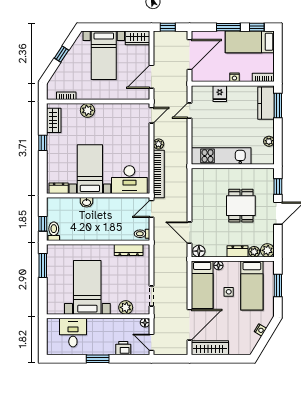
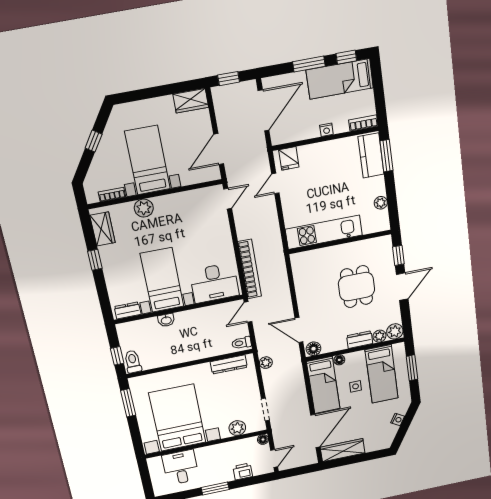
bed with nightstands: (104, 55) -> (147, 160), moved, turned 180
fridge: (220, 94) -> (289, 158), moved
plant: (158, 144) -> (266, 363), moved
bed with nightstands: (87, 287) -> (177, 418), width x1.36
door: (151, 342) -> (274, 458), swing flipped

